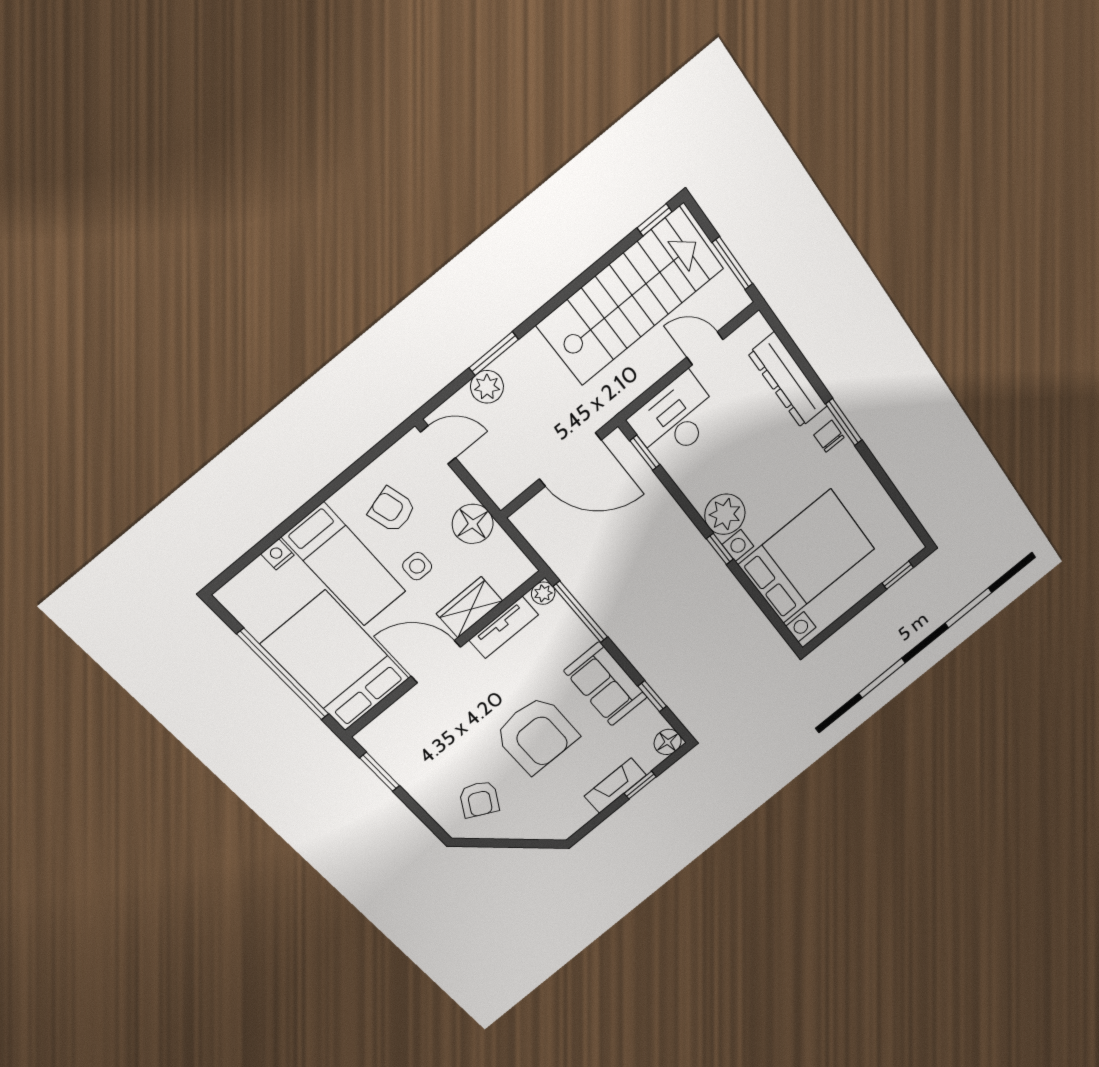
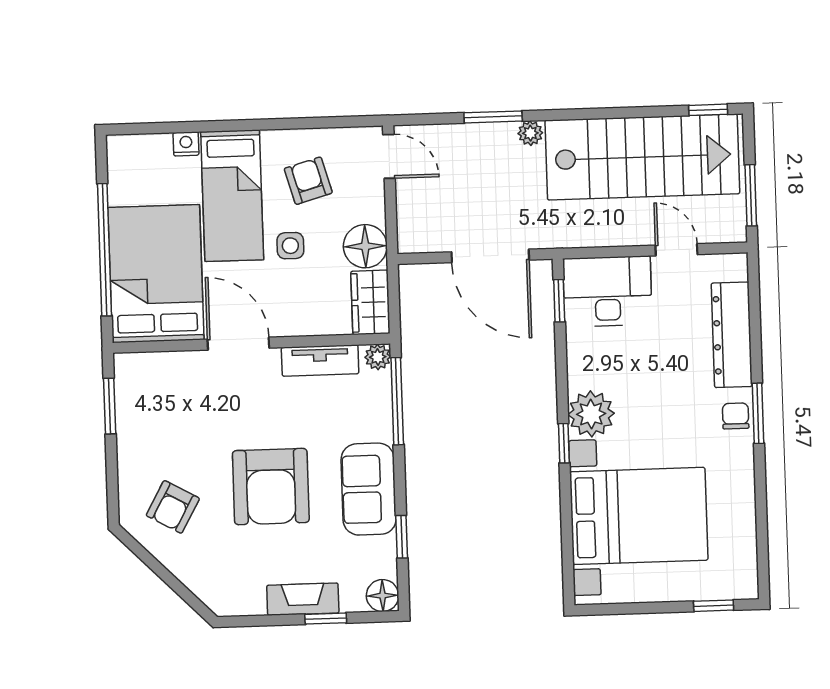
plant: (487, 387) -> (530, 133), moved, width x0.73, depth x0.73
wardrobe: (469, 607) -> (370, 302), moved, turned -90

